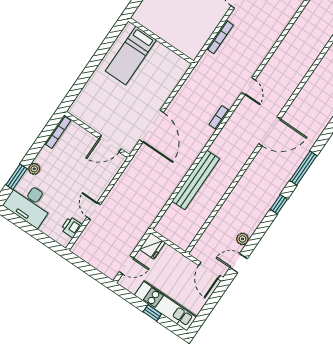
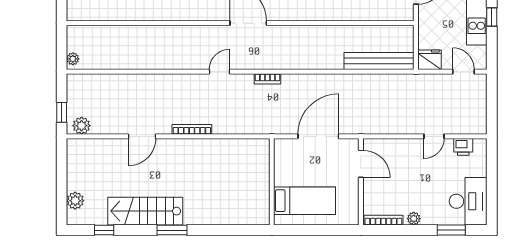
wall: (161, 41) -> (272, 182), moved
bed: (131, 56) -> (305, 201), moved
plant: (34, 169) -> (414, 219), moved
bench: (196, 180) -> (379, 61), moved

